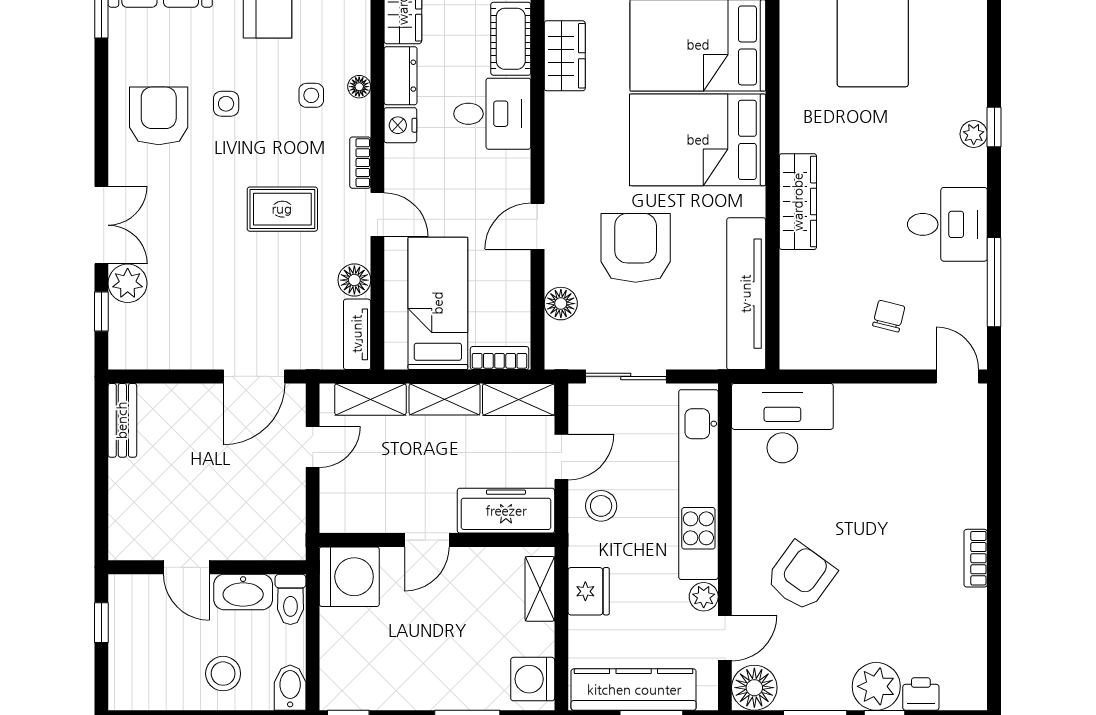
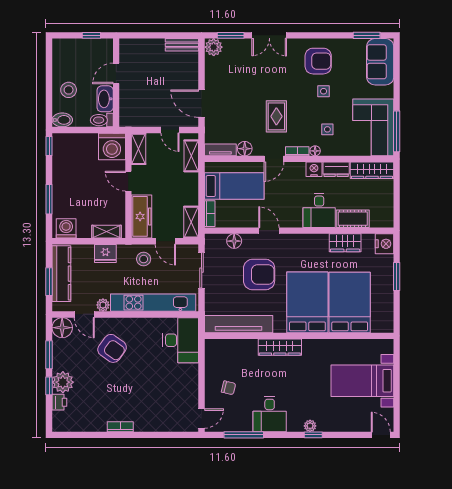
floor lamp: (359, 87) -> (315, 151), moved
plant: (128, 283) -> (214, 47), moved
window: (101, 311) -> (231, 35), width x1.50
shelving: (445, 399) -> (138, 149), moved

